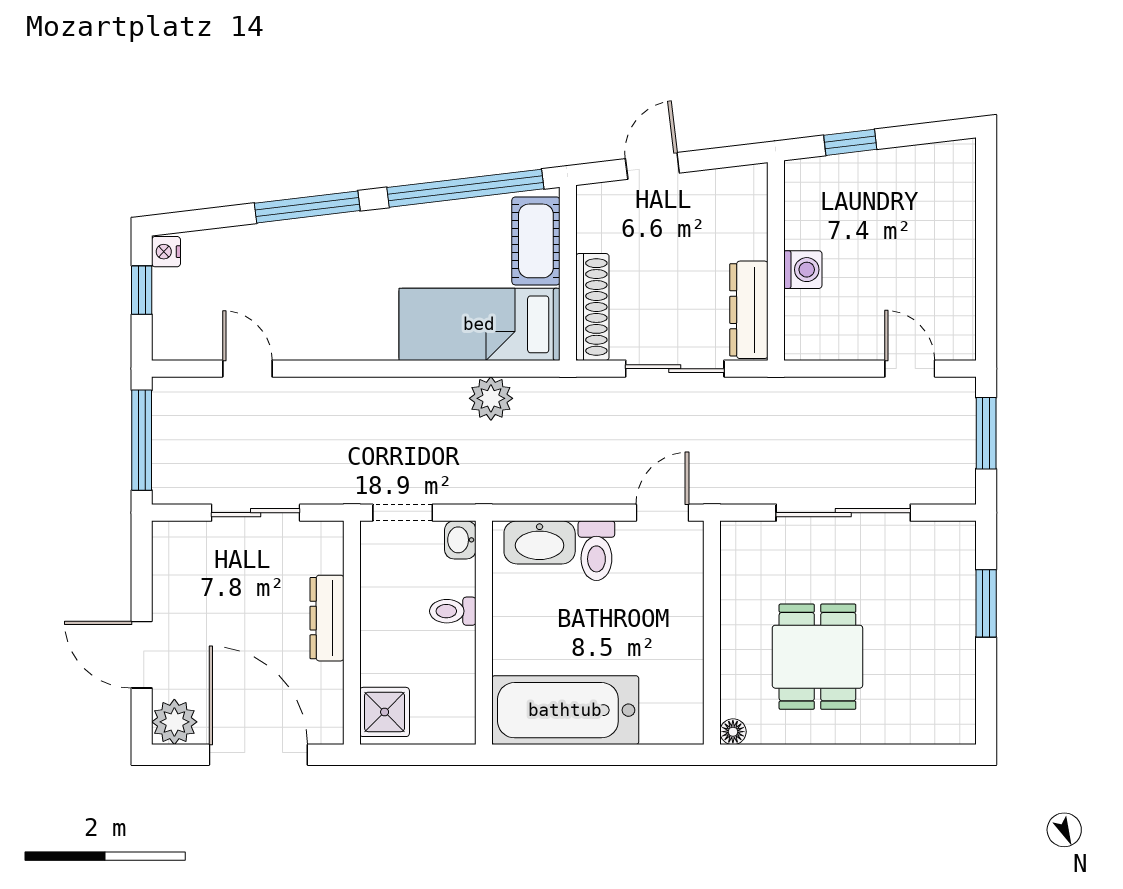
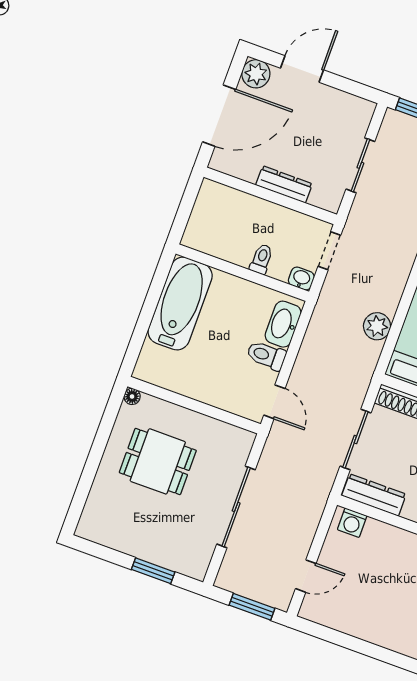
washing machine: (803, 270) -> (352, 523), moved
shower: (385, 712) -> (217, 198), removed

